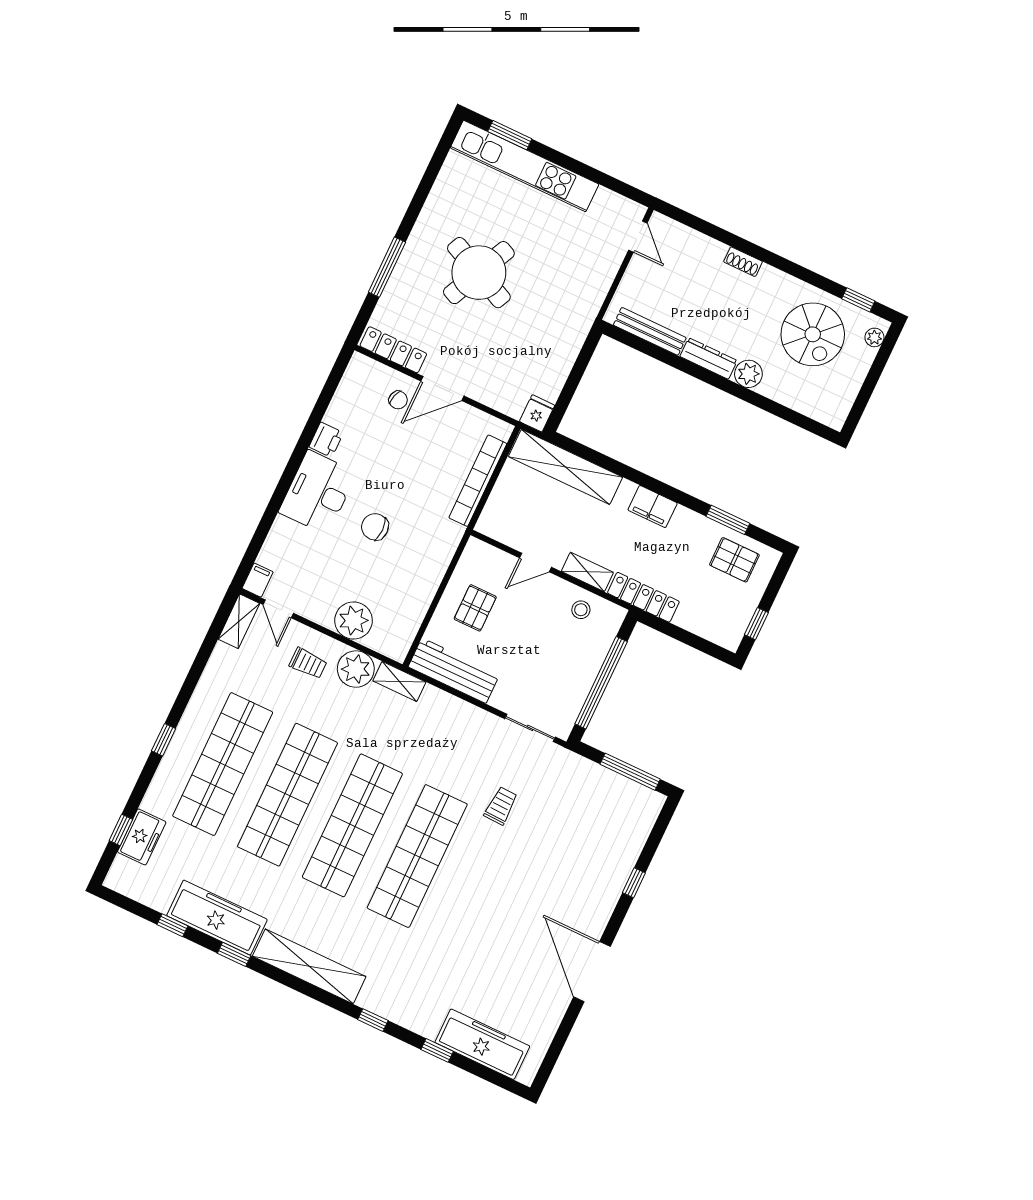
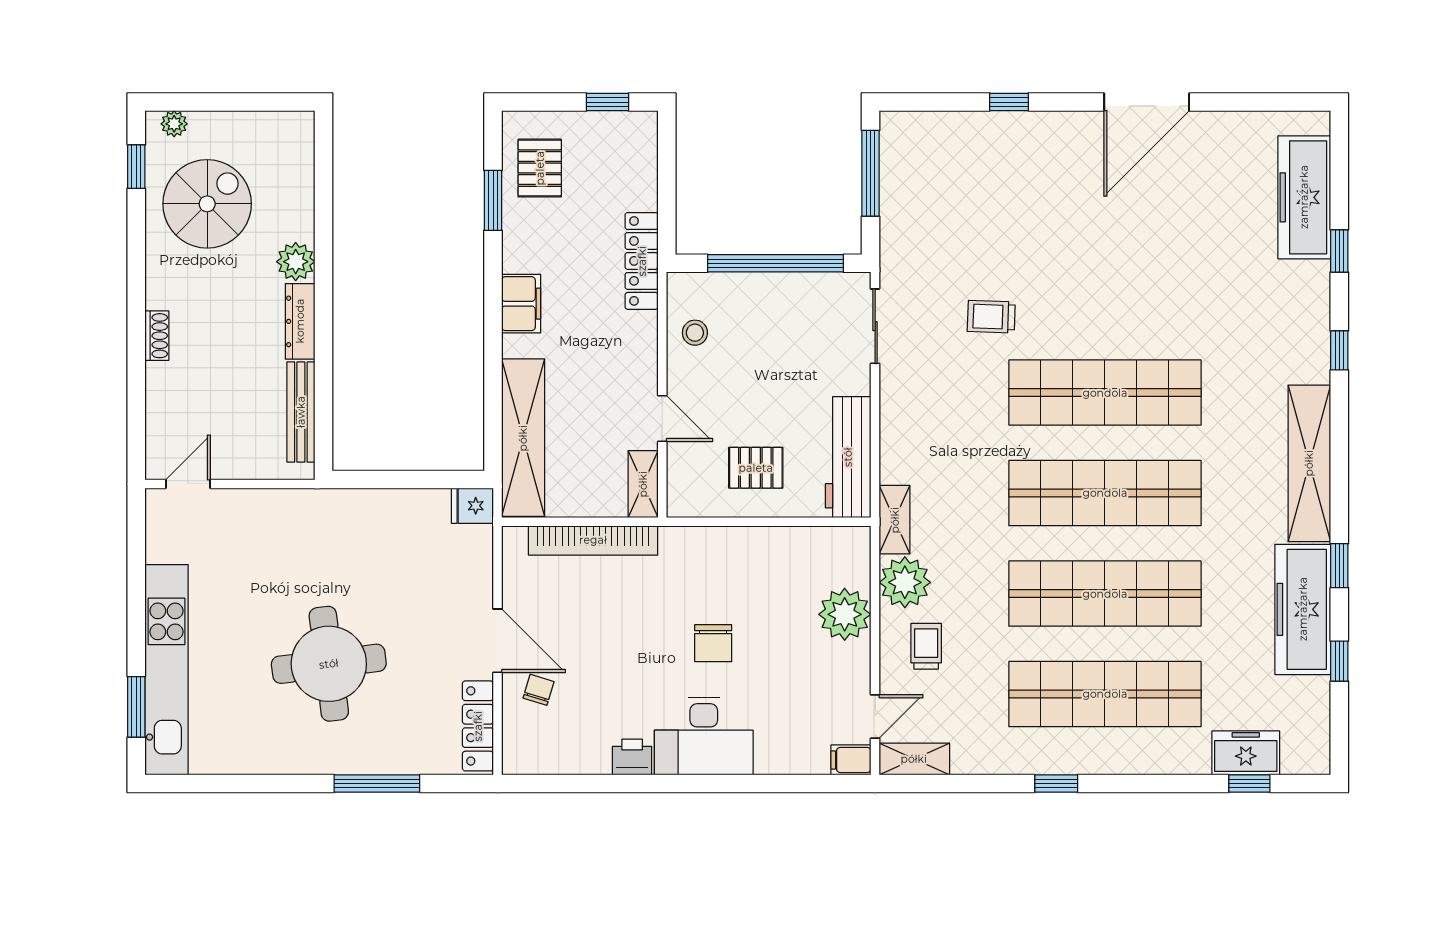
round table: (479, 273) -> (329, 664), turned -32
shelving: (587, 572) -> (643, 484), moved
window: (164, 740) -> (1056, 784), moved

